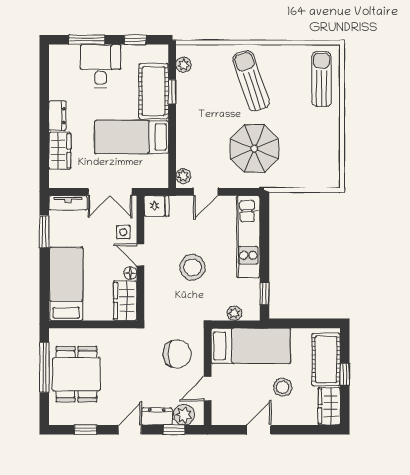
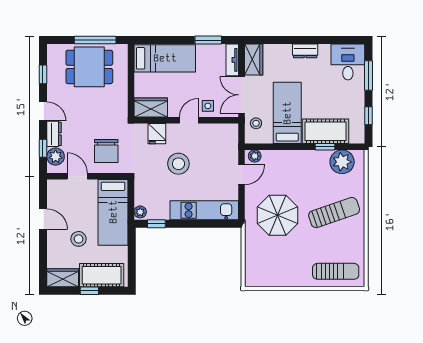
plant: (183, 65) -> (342, 162), width x1.88, depth x1.88
desk: (100, 66) -> (348, 62), moved, turned -90
wardrobe: (60, 151) -> (254, 59), moved, turned -90
stool: (144, 174) -> (256, 123), added
door: (206, 192) -> (242, 175), swing flipped
fridge: (156, 206) -> (157, 134), moved
floor lamp: (130, 273) -> (174, 112), removed
plant: (234, 313) -> (140, 212), moved

